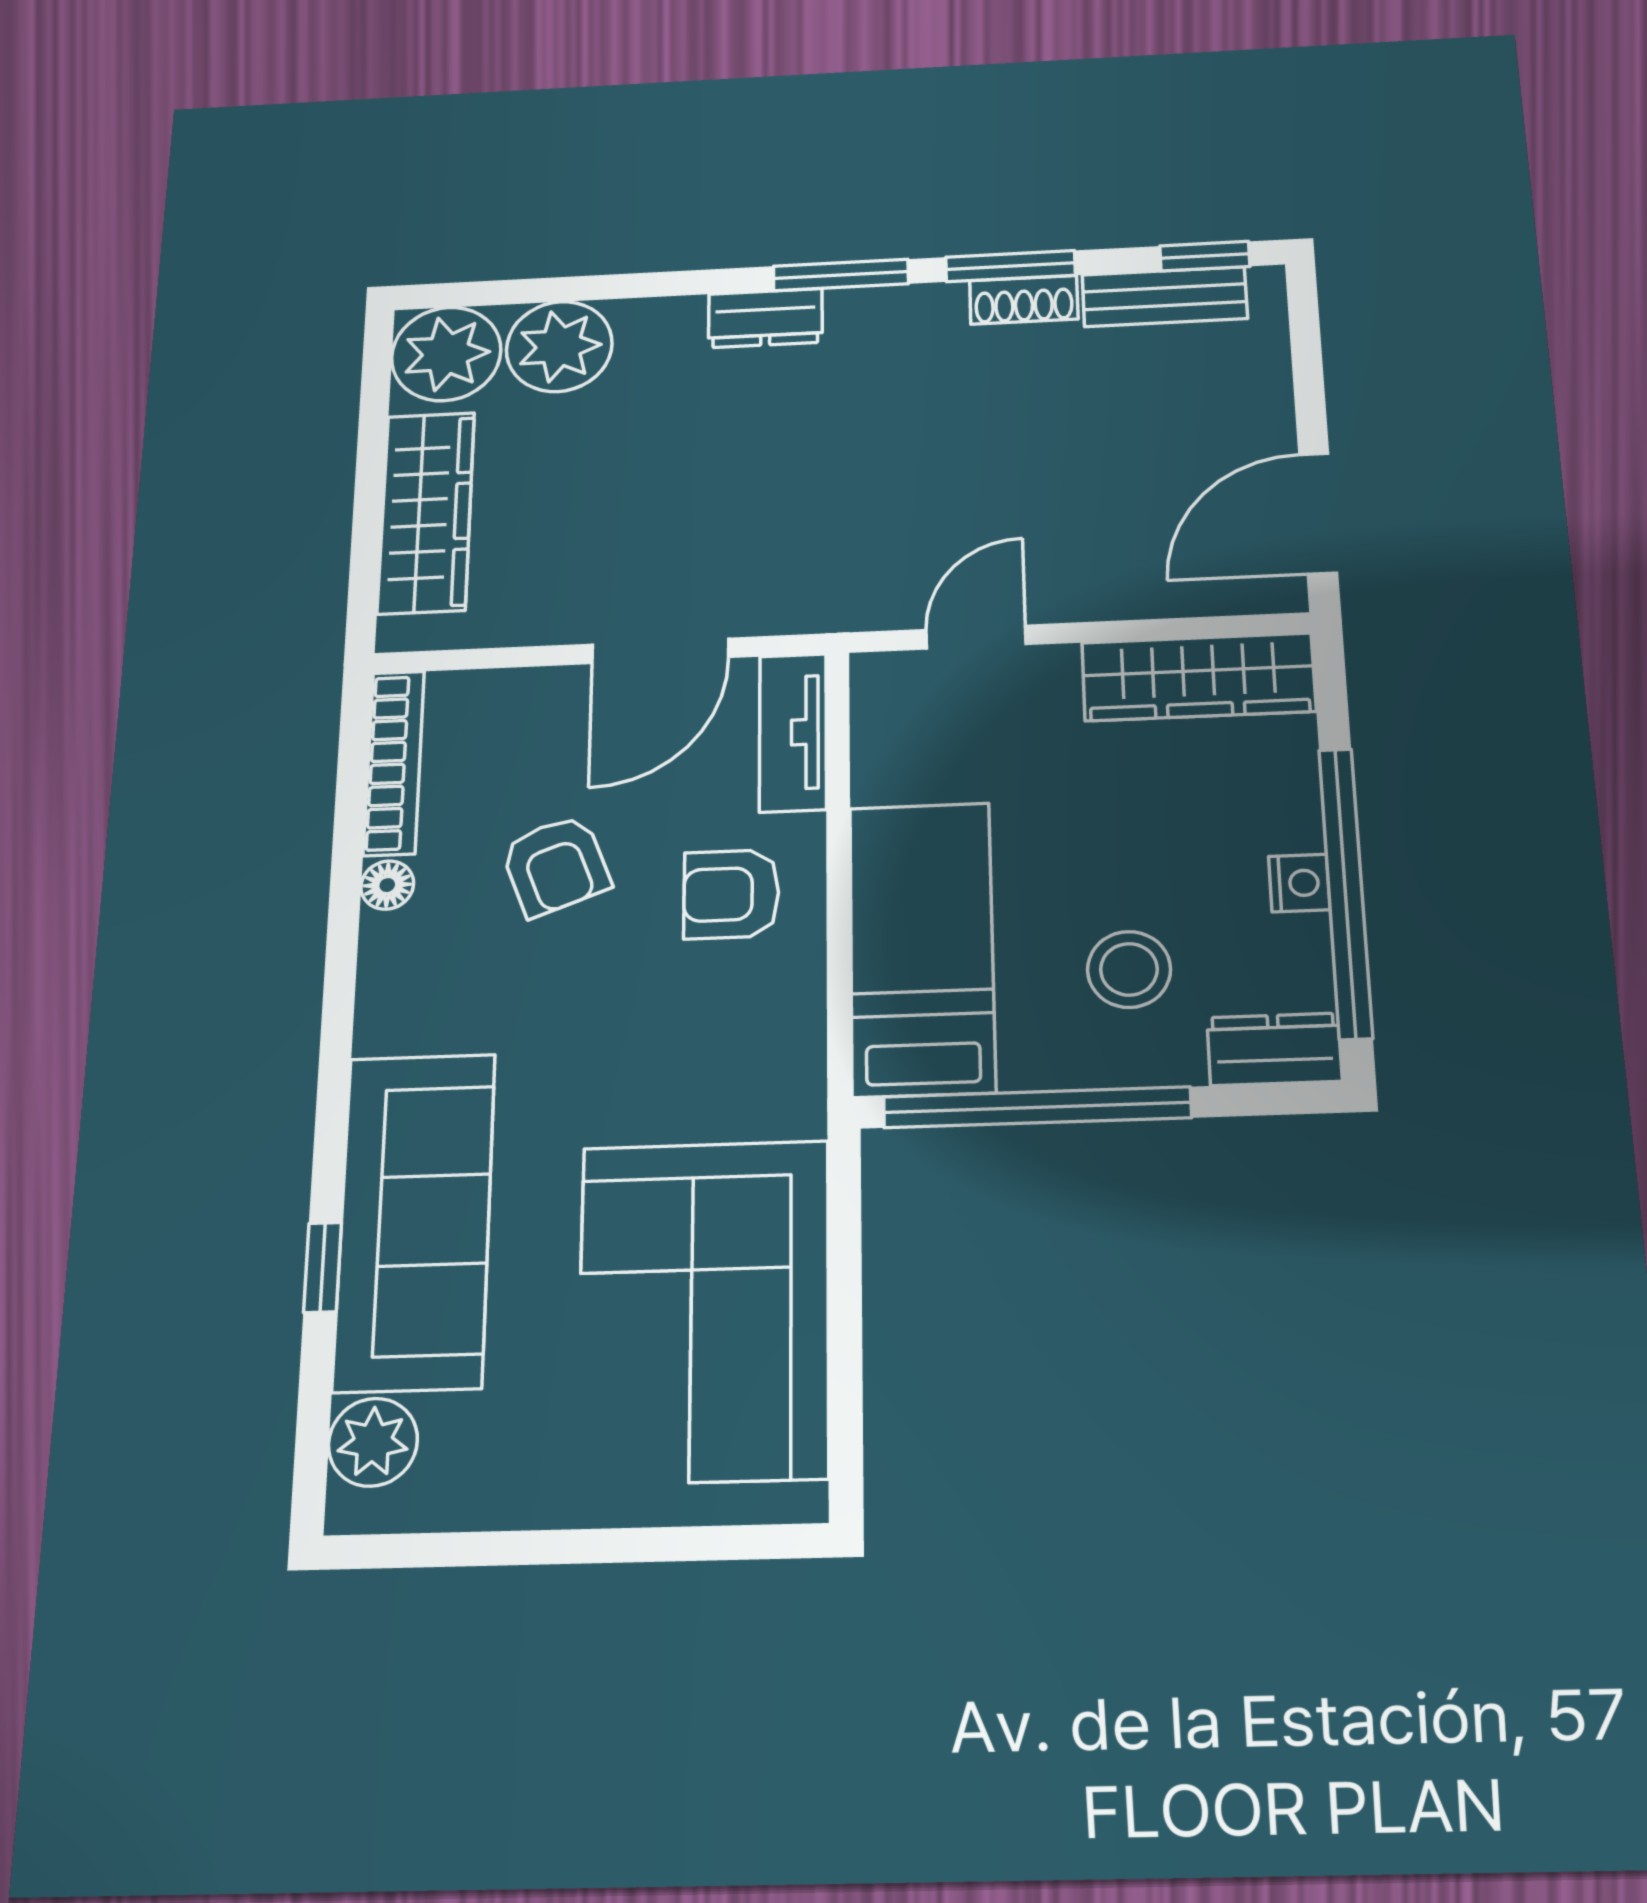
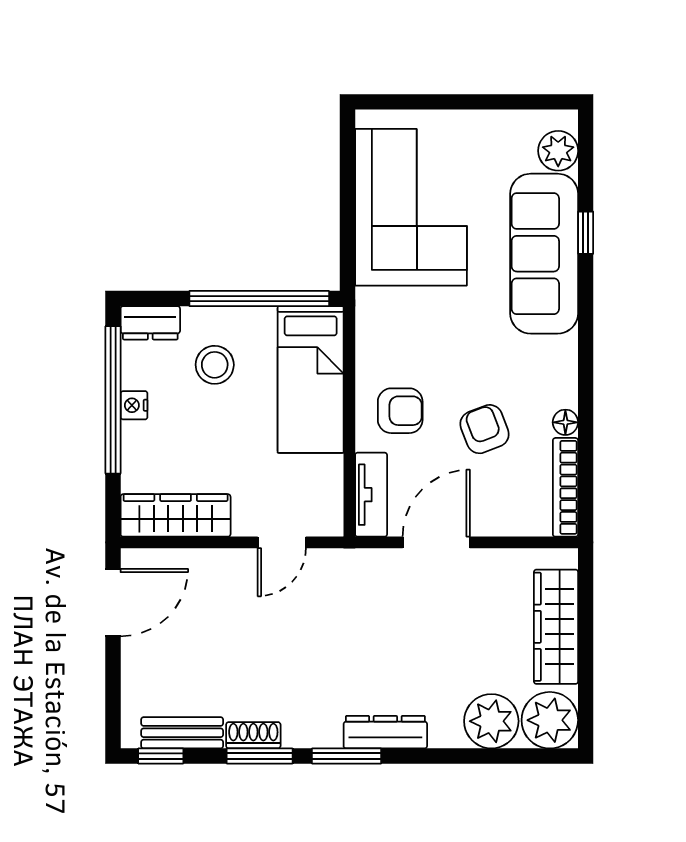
dresser: (765, 318) -> (385, 732), width x1.44

